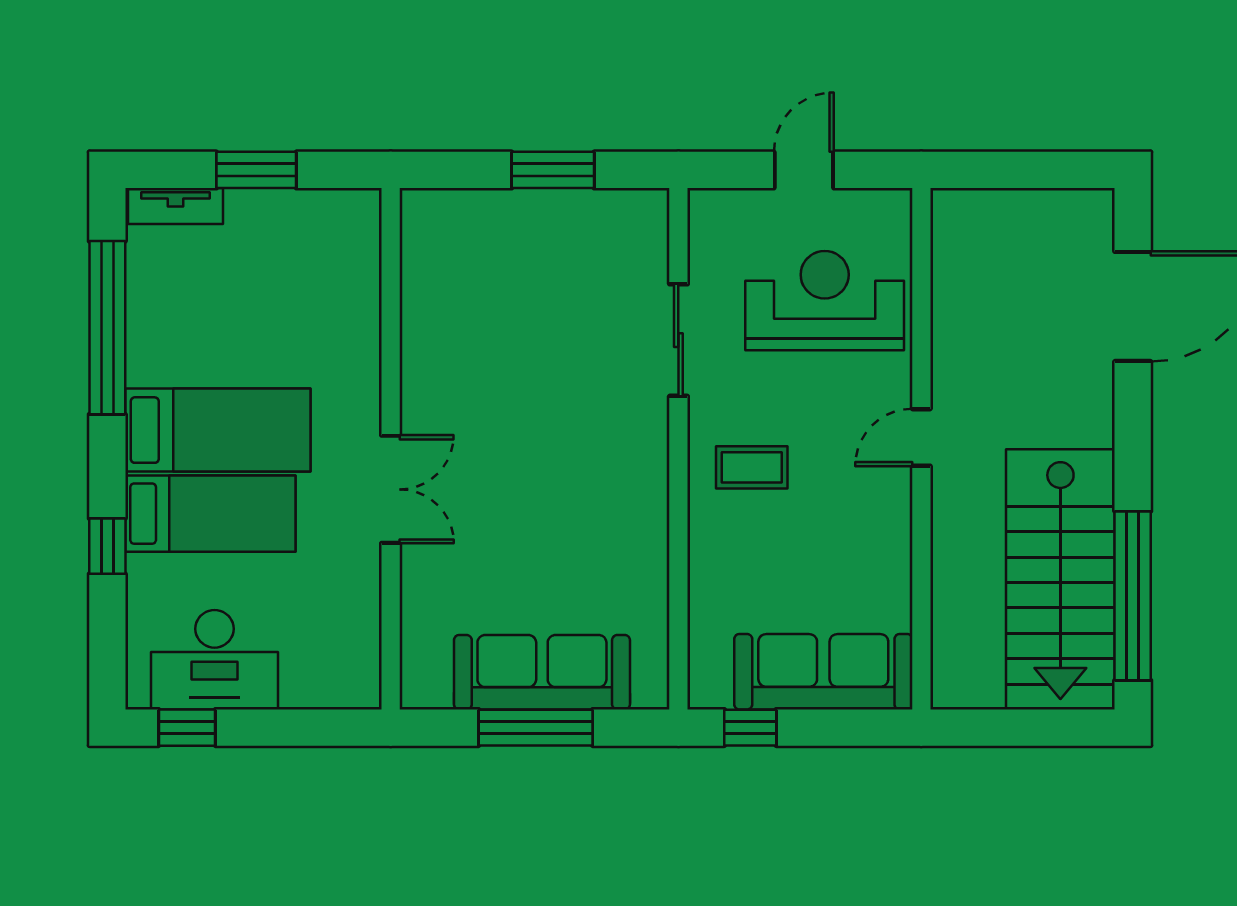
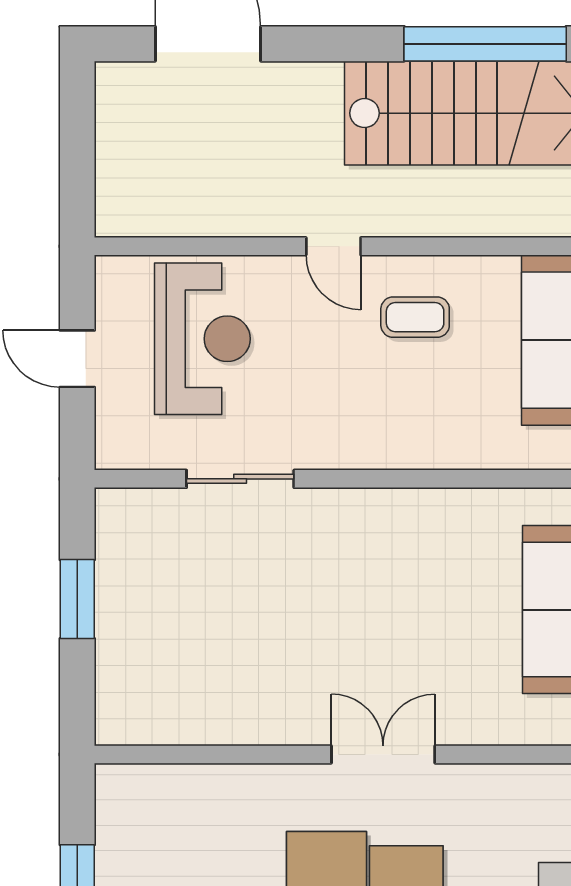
reception desk: (825, 301) -> (202, 339), turned 180
coffee table: (752, 467) -> (415, 317), moved, turned 90

